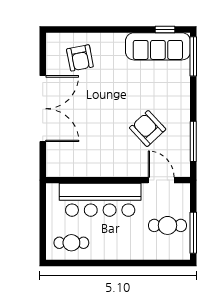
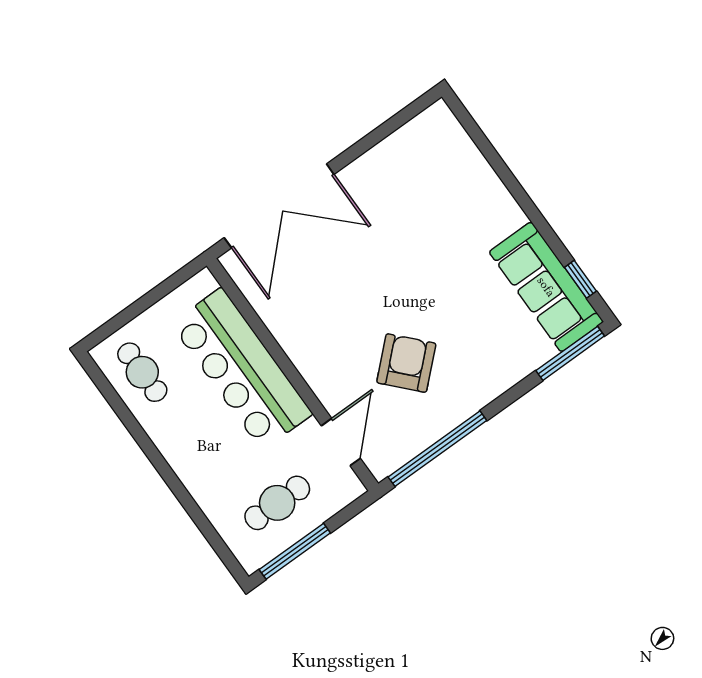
armchair: (80, 58) -> (441, 178), removed
double door: (43, 109) -> (279, 206), moved
window: (193, 141) -> (437, 449), width x1.46
cafe table: (167, 225) -> (277, 503), turned 90

